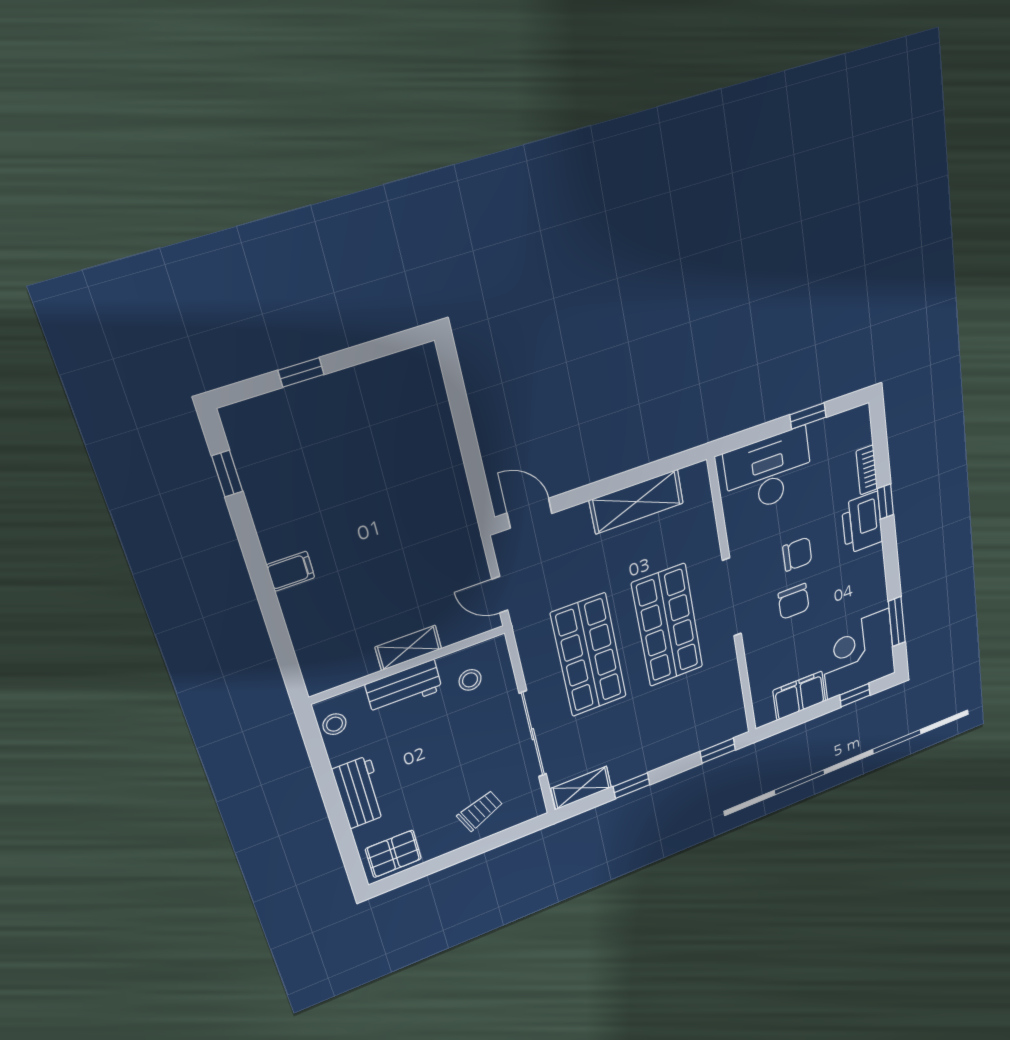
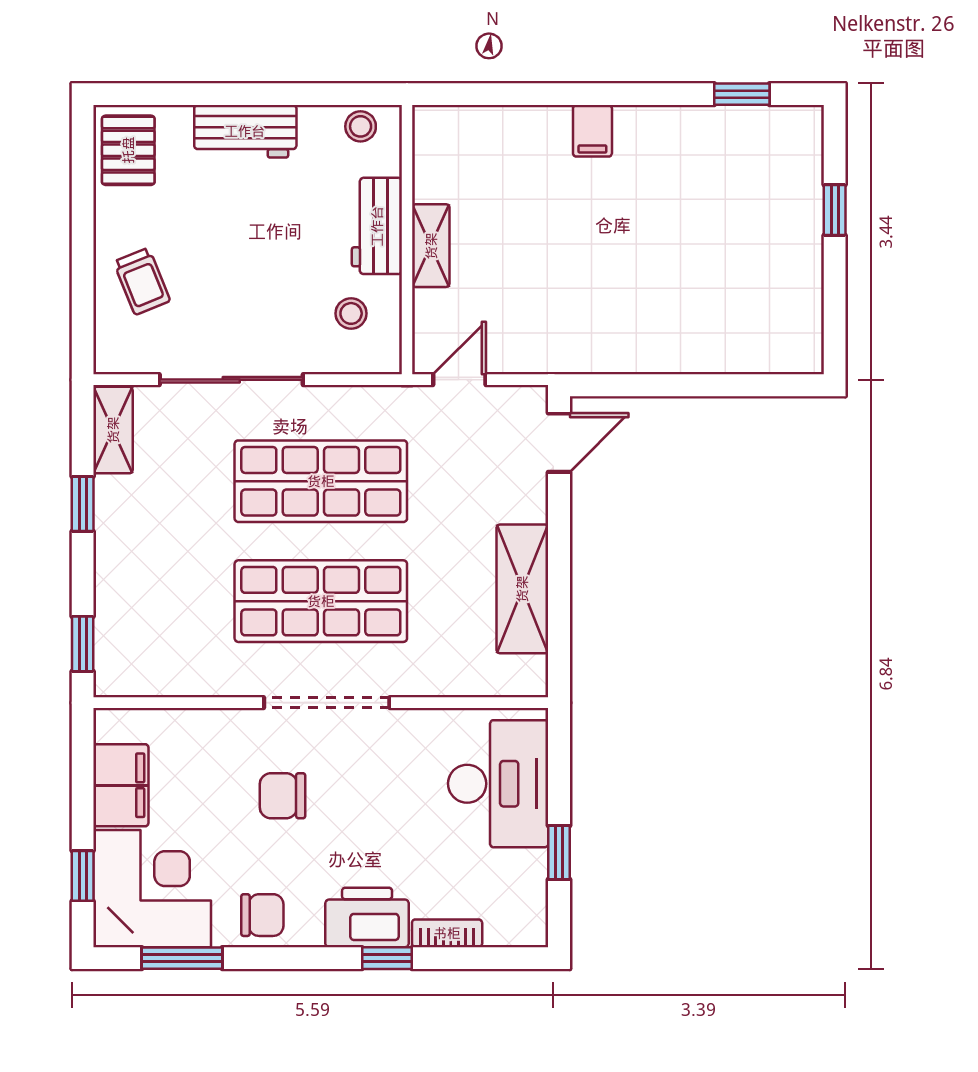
chair: (797, 554) -> (262, 915), moved, turned -90

